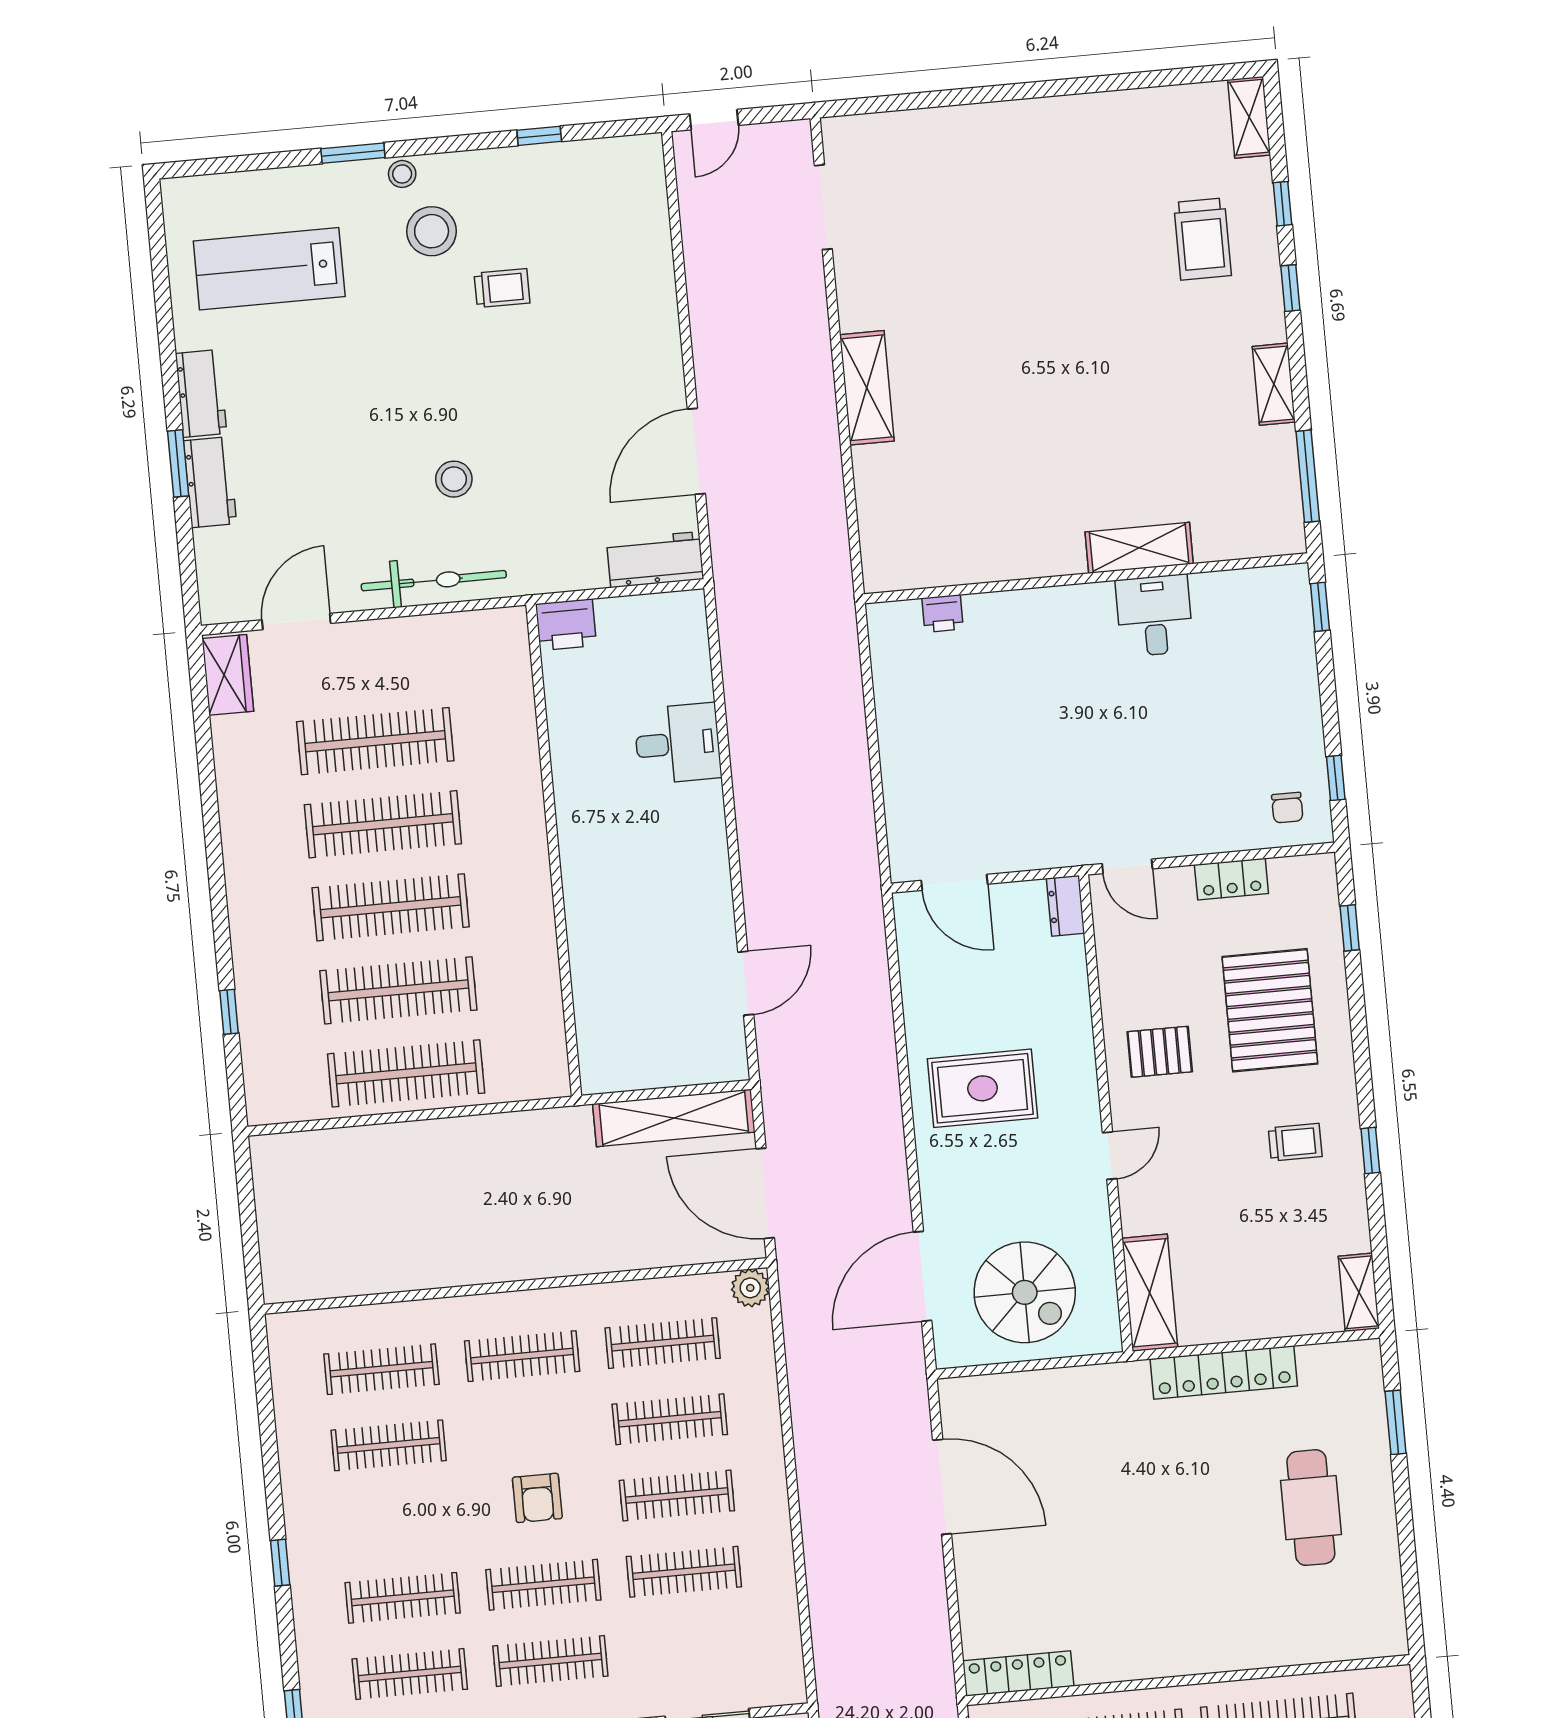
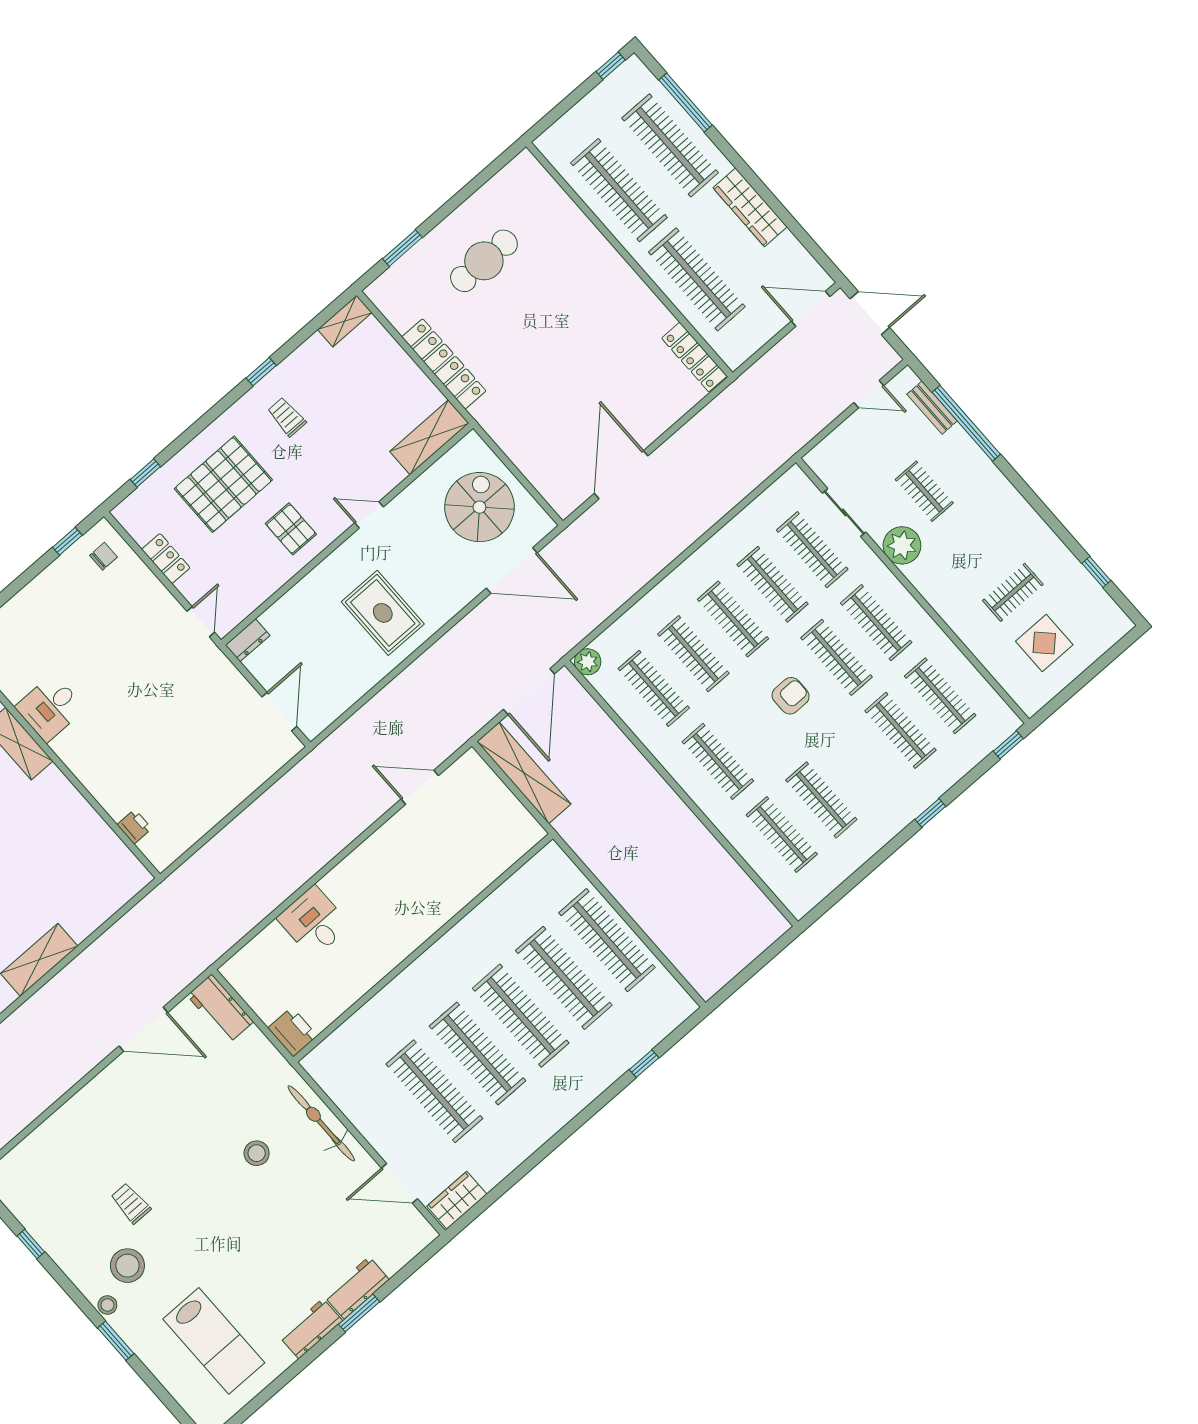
clothes rail: (691, 1648) -> (812, 550), added

